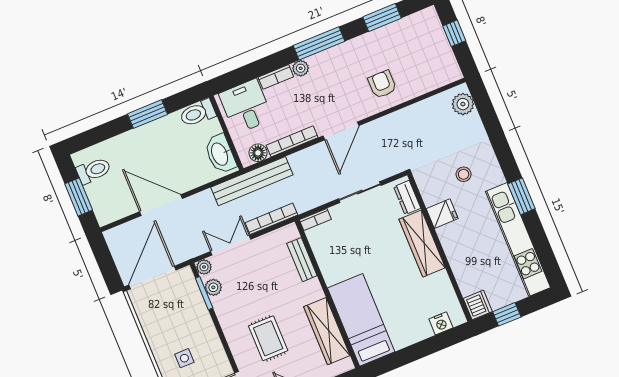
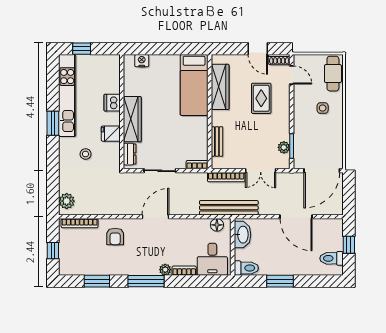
bookcase: (292, 141) -> (80, 223), moved
window: (79, 197) -> (349, 245), width x0.67
plant: (204, 267) -> (284, 164), removed
dishwasher: (478, 305) -> (112, 103), moved
window: (507, 314) -> (82, 49), moved

